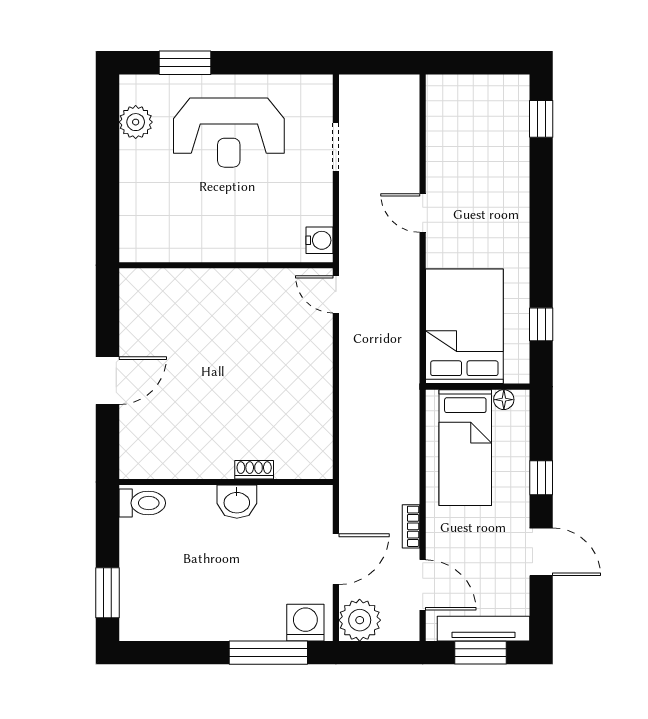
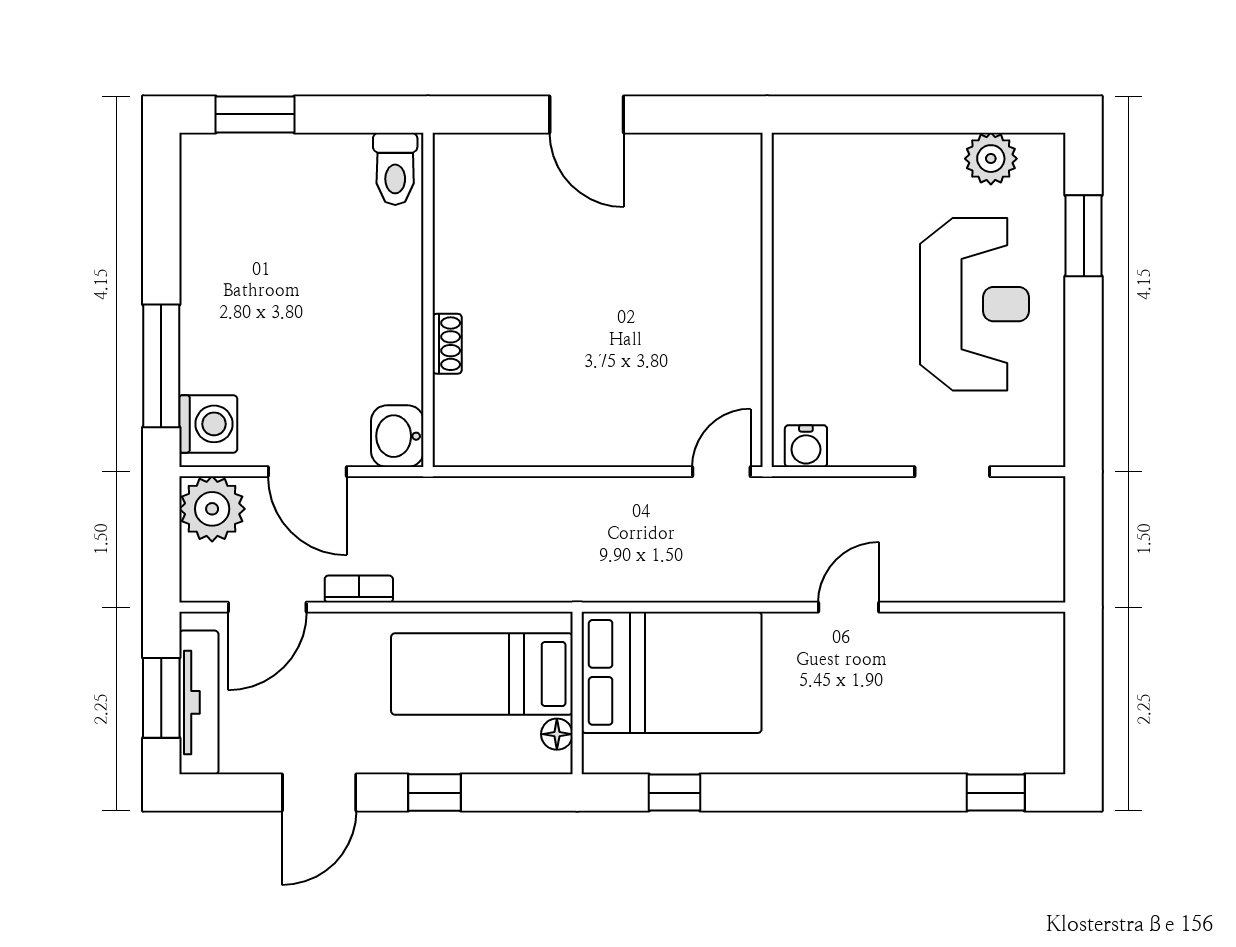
reception desk: (229, 133) -> (974, 304), turned 180
washbasin: (237, 502) -> (397, 436), moved

